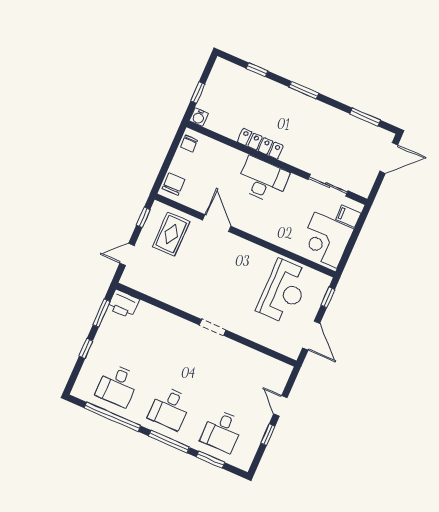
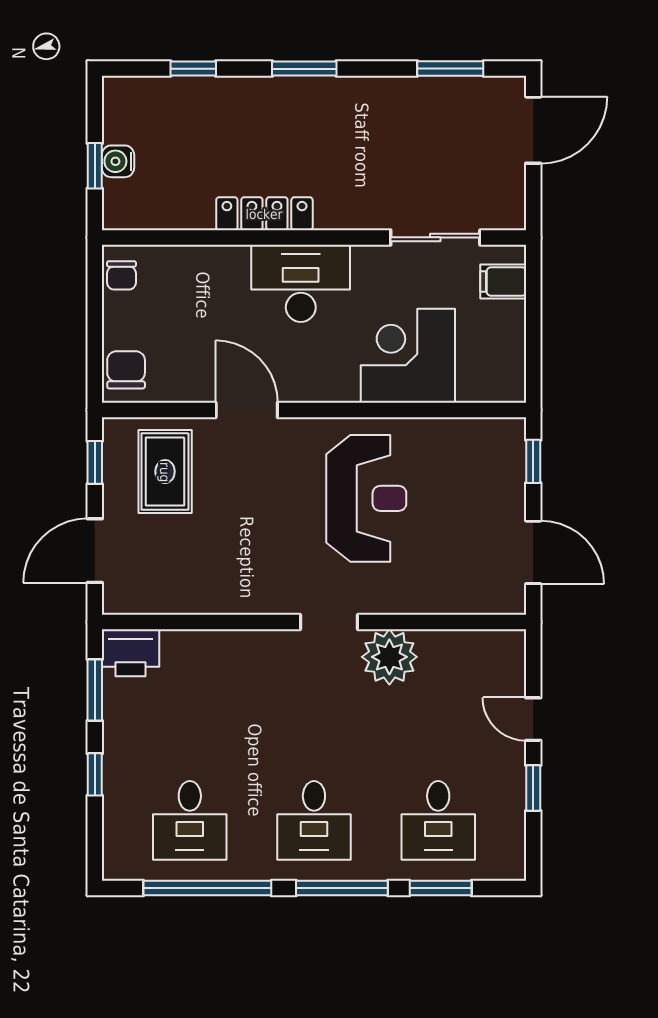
water cooler: (199, 117) -> (118, 161), moved, turned 90
corner desk: (326, 240) -> (408, 356), moved, turned 90
door: (127, 254) -> (95, 551), width x1.38
reception desk: (284, 291) -> (366, 498), moved
plant: (231, 353) -> (389, 657), added

